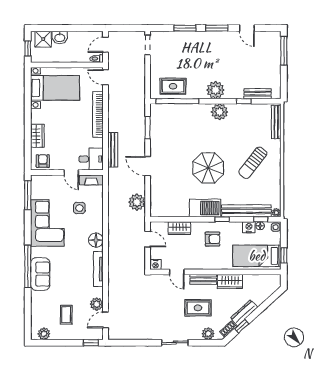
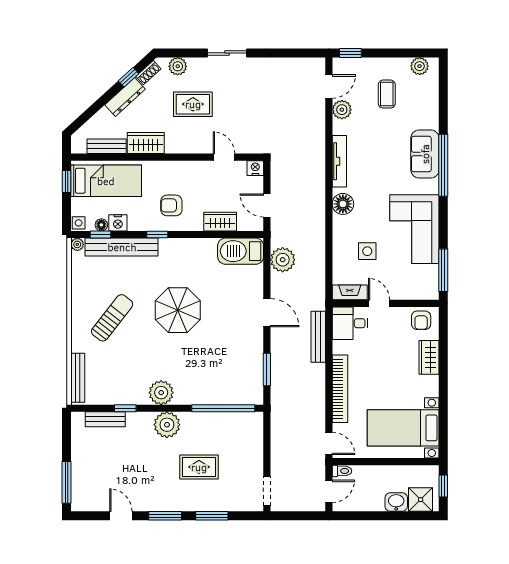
rug: (173, 86) -> (199, 467), moved
barbecue: (205, 208) -> (241, 251), moved
bench: (203, 279) -> (107, 146), moved

